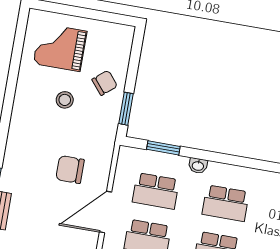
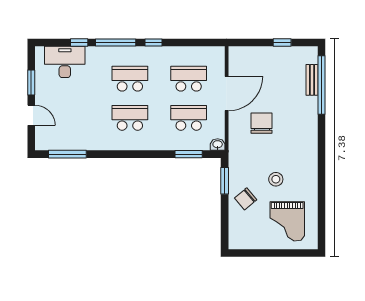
grand piano: (60, 47) -> (287, 221), turned 90
washbasin: (198, 166) -> (218, 145), moved
chair: (70, 170) -> (262, 123), turned -90

